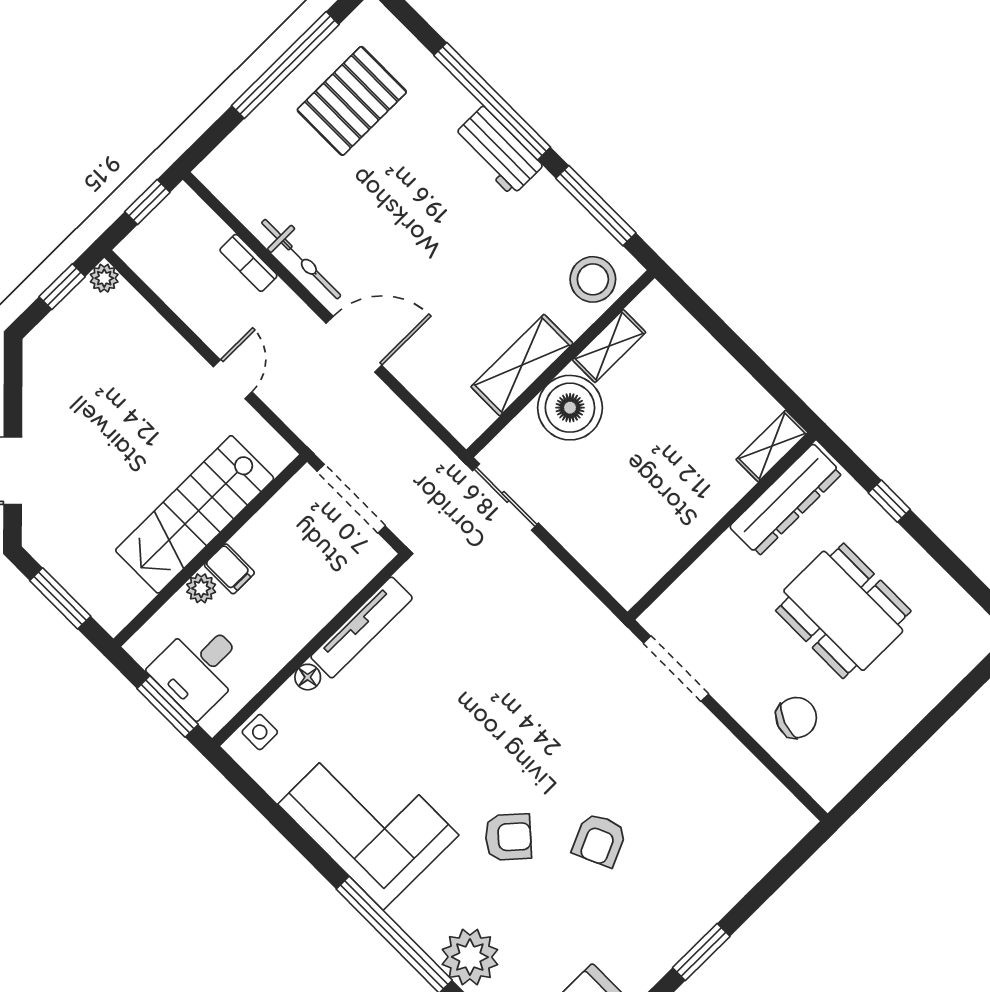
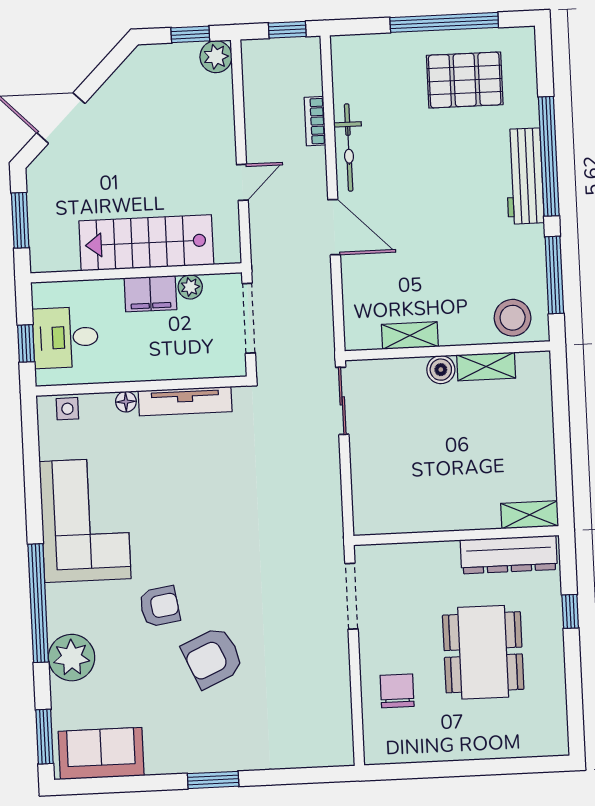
workbench: (498, 151) -> (524, 176), width x1.37
plant: (104, 278) -> (216, 57), width x1.38, depth x1.38
shelving: (522, 365) -> (410, 336), width x0.67, depth x0.75
boiler: (570, 408) -> (441, 370), width x0.54, depth x0.54
filing cabinet: (229, 569) -> (150, 294), width x2.00
plant: (201, 588) -> (190, 287), moved
window: (168, 706) -> (26, 343), width x0.67
chair: (796, 718) -> (397, 691), turned -110
armchair: (508, 837) -> (160, 606), turned -51
armchair: (599, 840) -> (213, 657), width x1.38, depth x1.38

